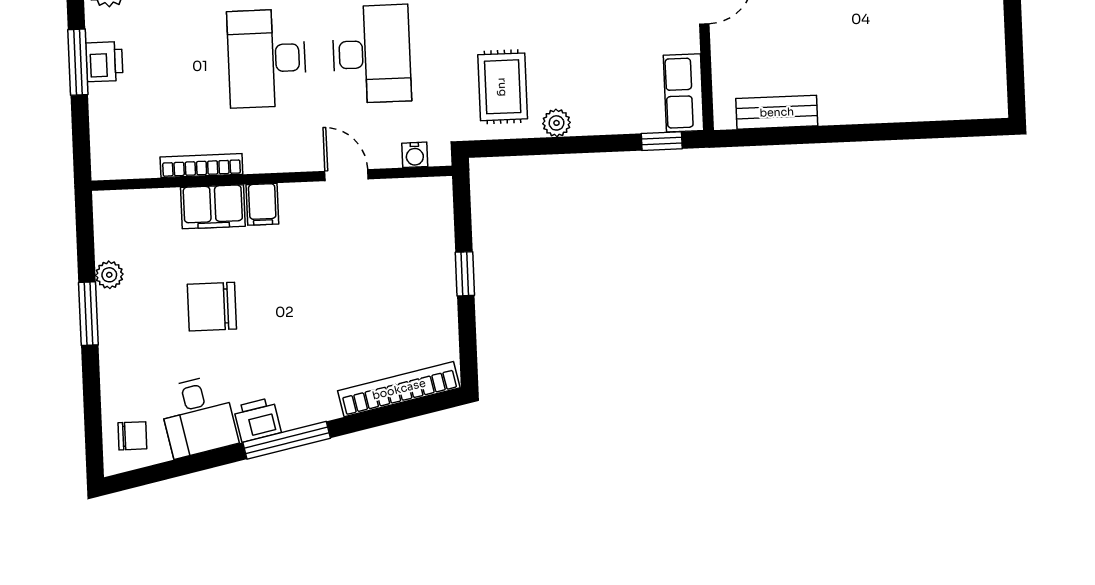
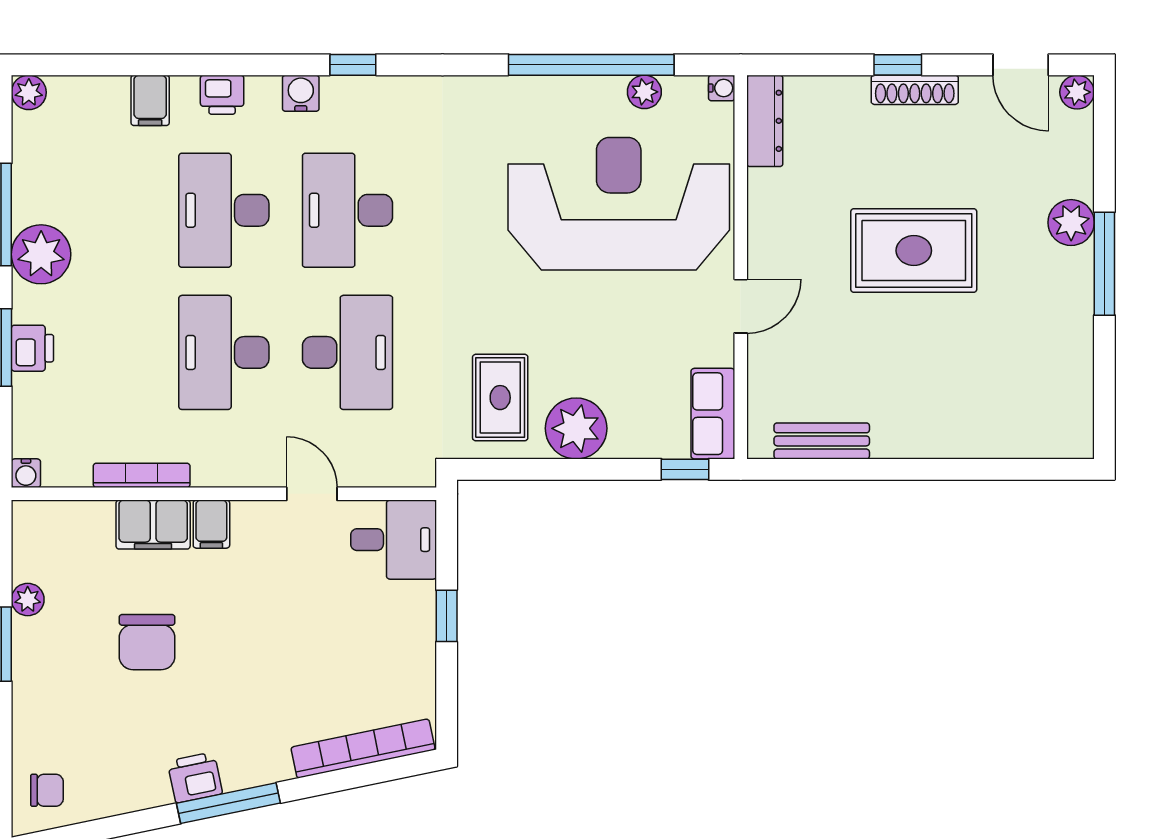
plant: (556, 123) -> (576, 428), width x1.87, depth x1.87
water cooler: (415, 155) -> (26, 473), moved
chair: (212, 307) -> (147, 642), turned -90
desk: (198, 416) -> (394, 540), moved, turned -78

